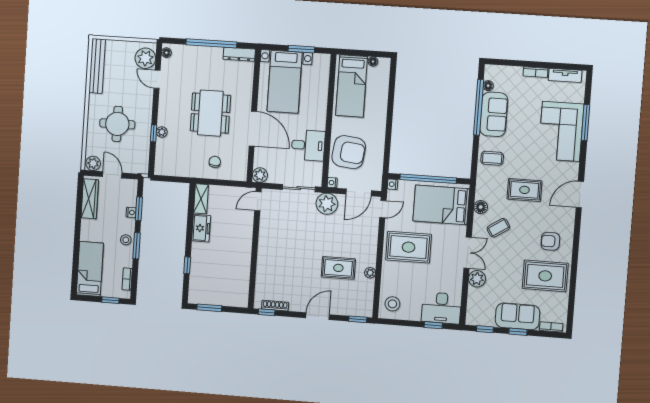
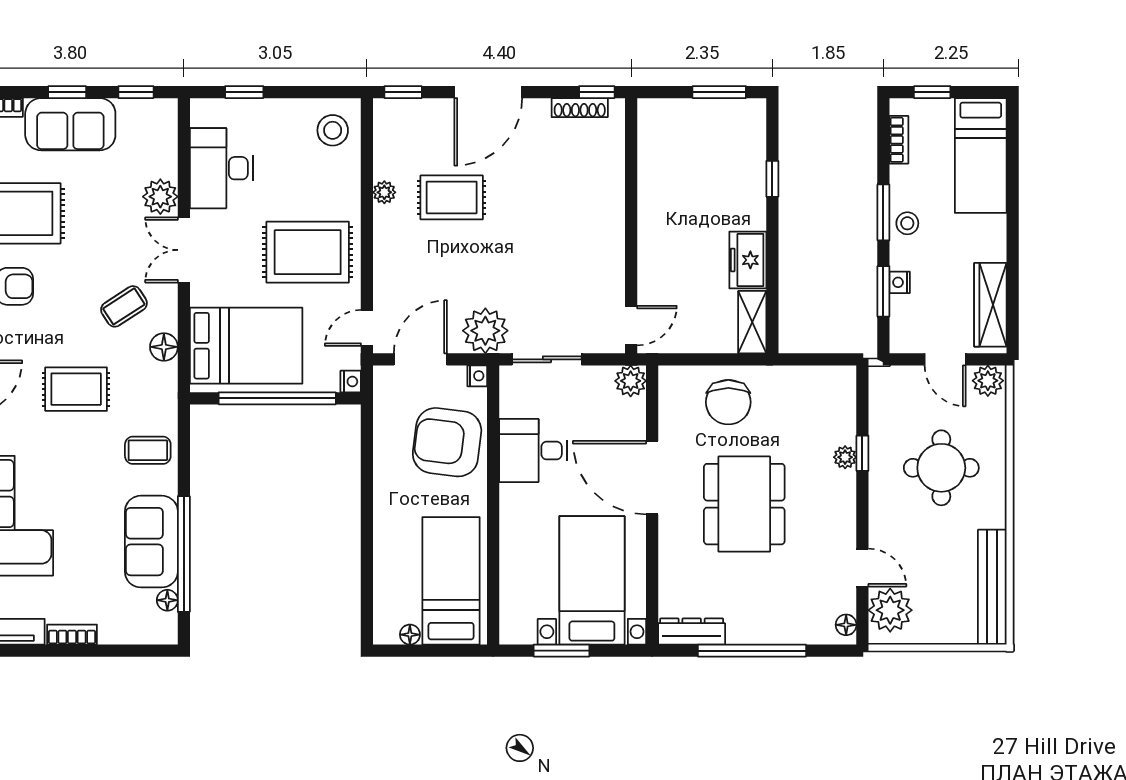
chair: (215, 162) -> (728, 402), width x1.87, depth x1.87
desk: (441, 308) -> (221, 168), moved, turned -90
door: (318, 316) -> (488, 92), width x1.36

